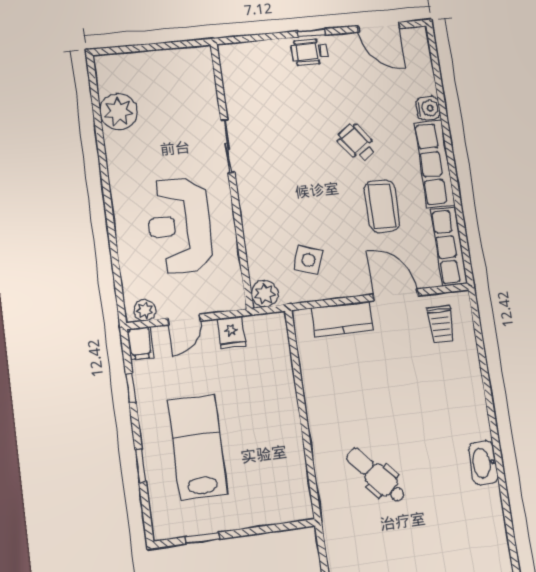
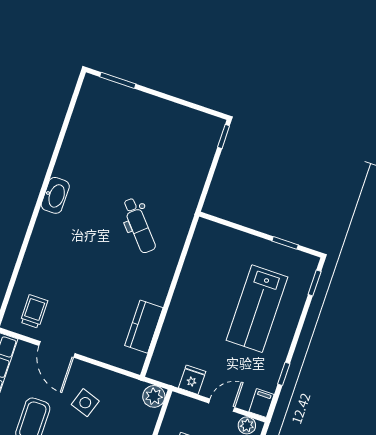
side table: (309, 260) -> (85, 403), moved
kitchen counter: (342, 319) -> (144, 327), moved, turned -90
window: (141, 466) -> (315, 283), moved

